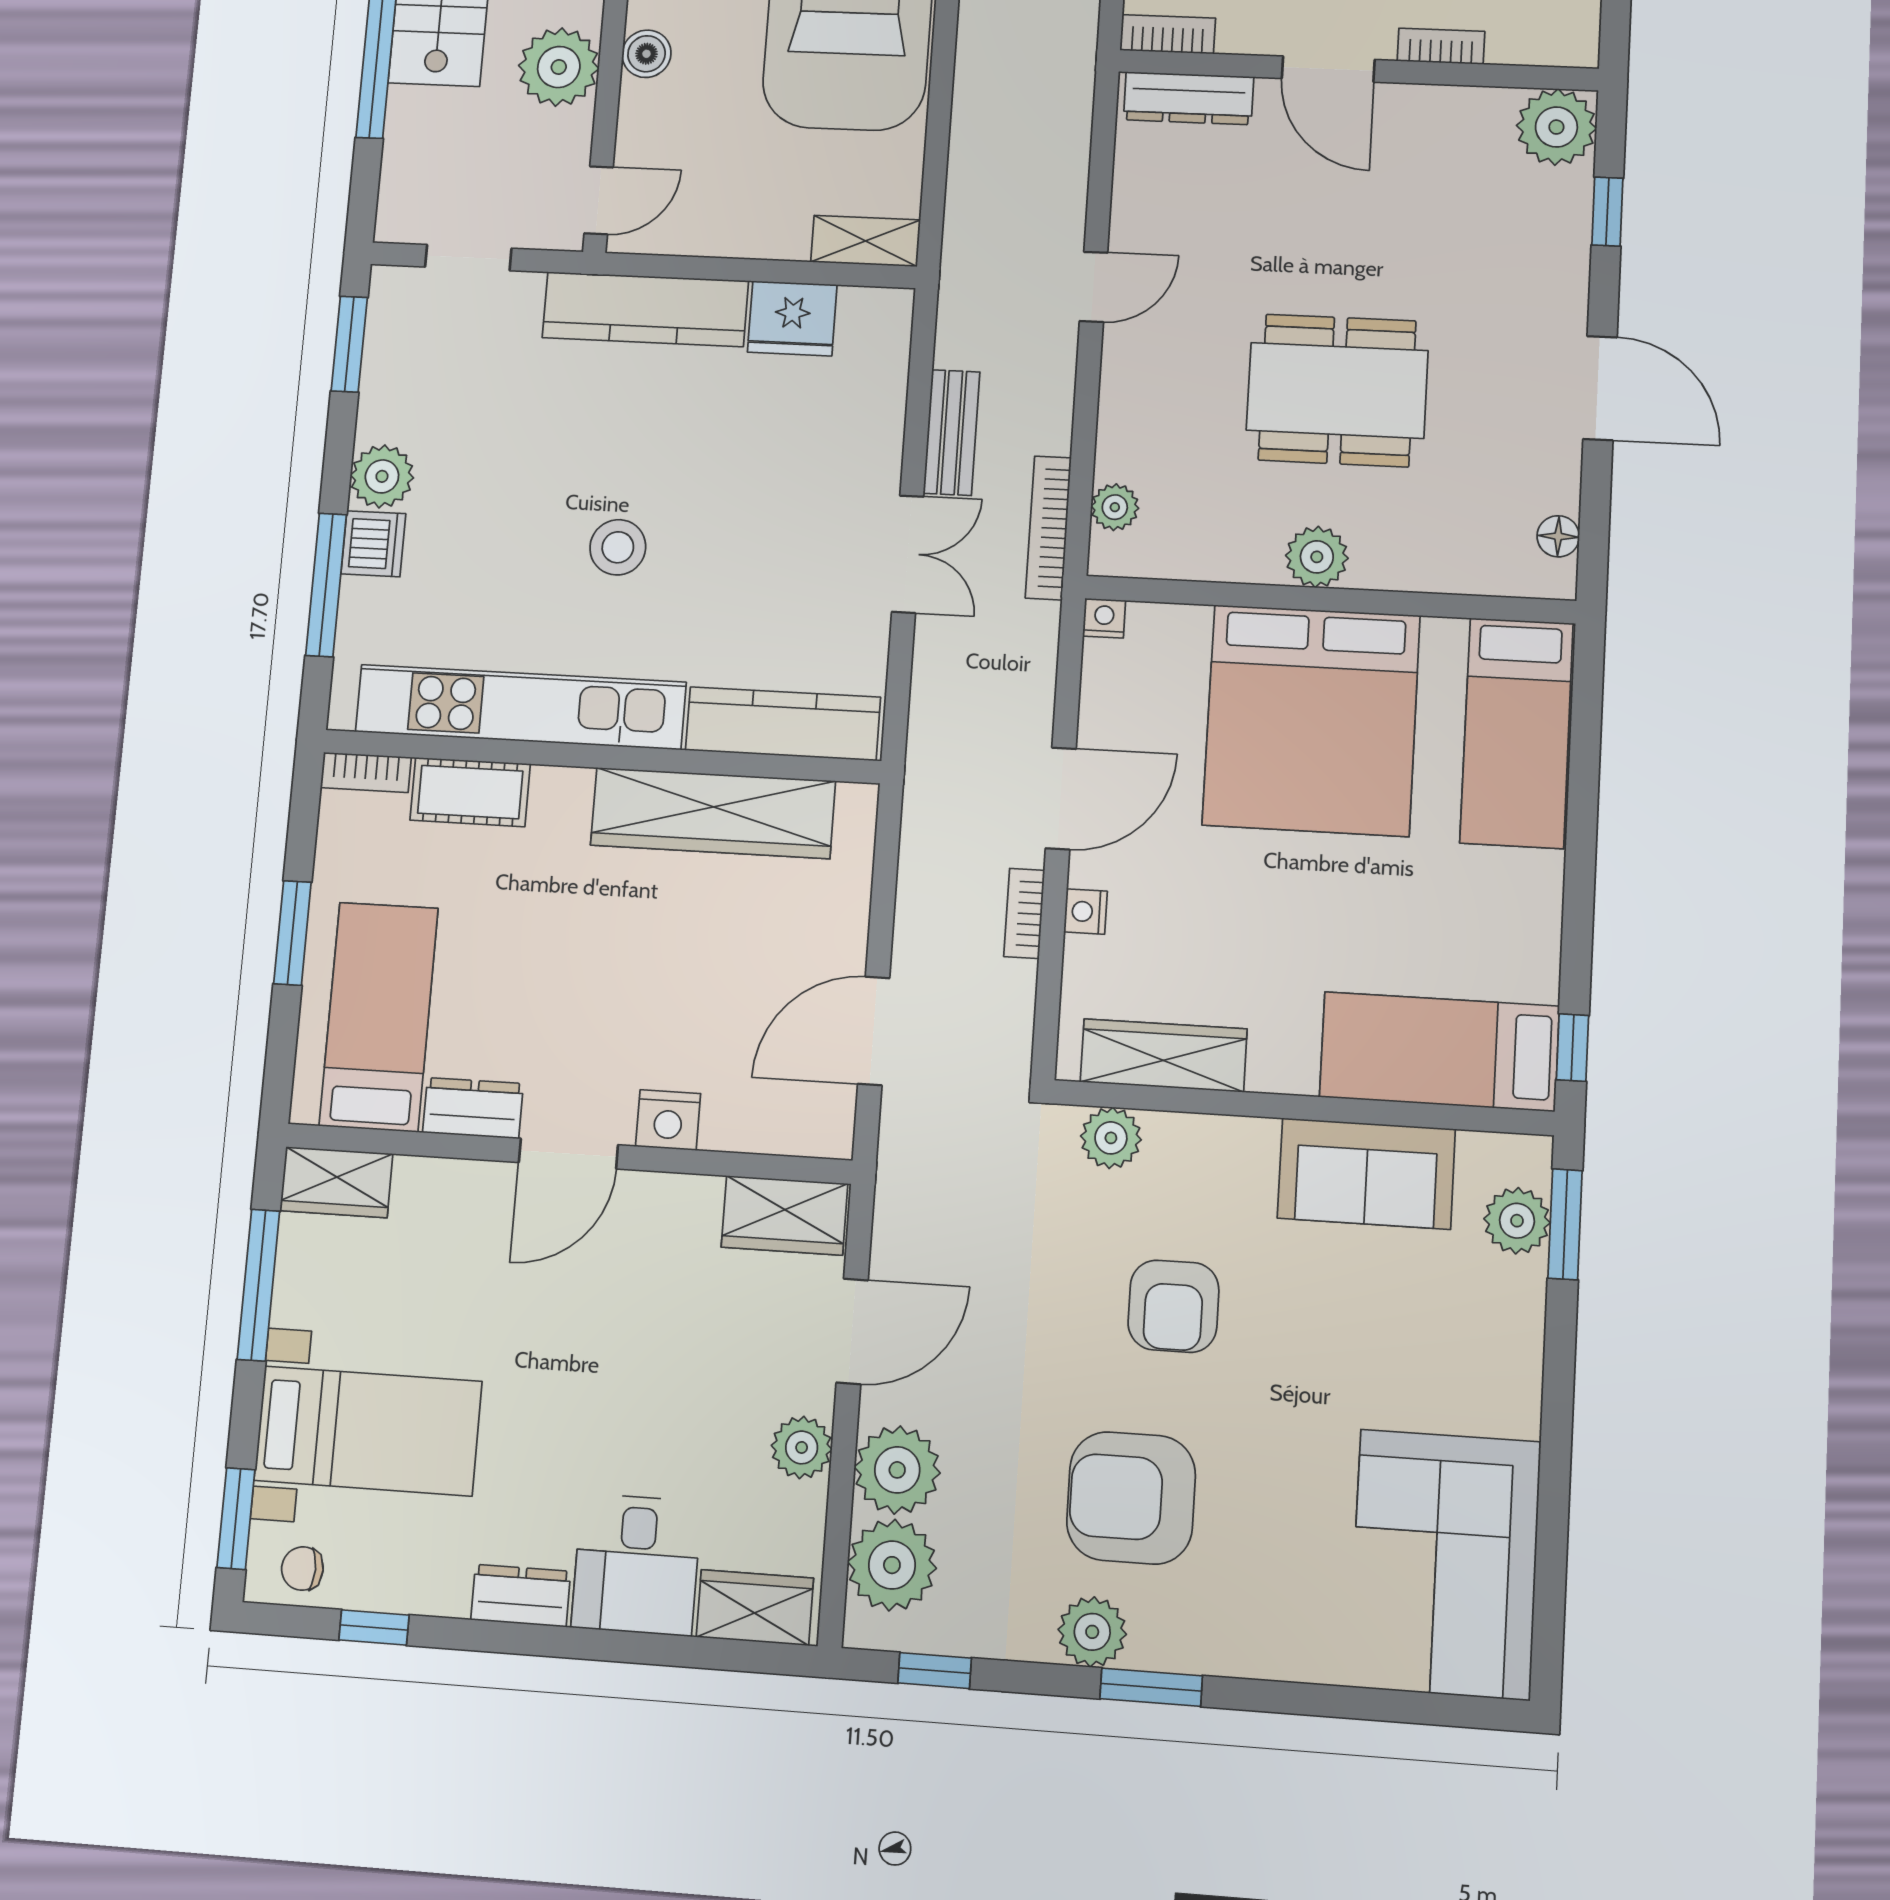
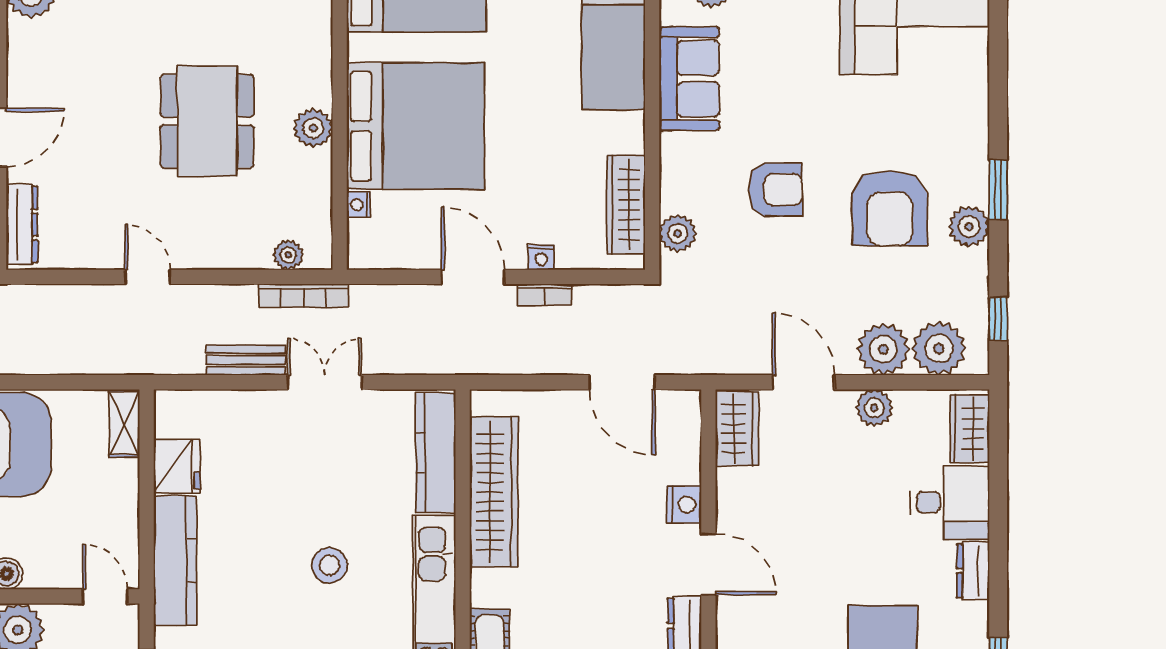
nightstand: (1104, 618) -> (359, 205), moved

